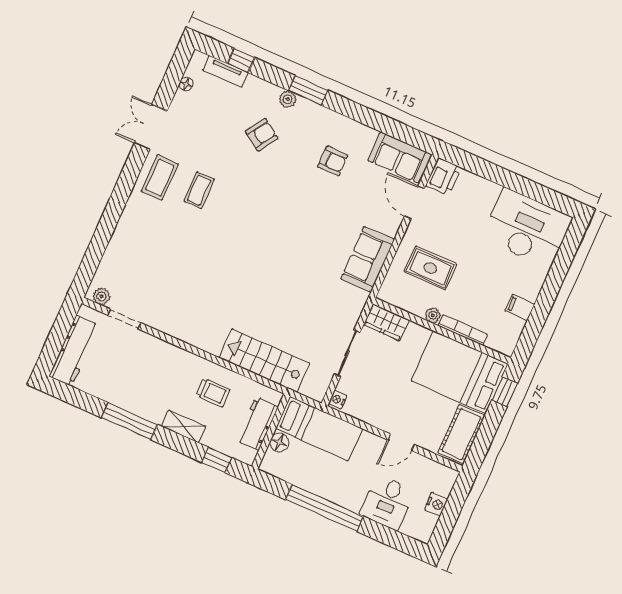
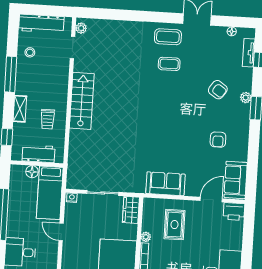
stairs: (264, 360) -> (82, 101), moved
stool: (109, 382) -> (30, 52), added
door: (401, 442) -> (61, 232), moved

